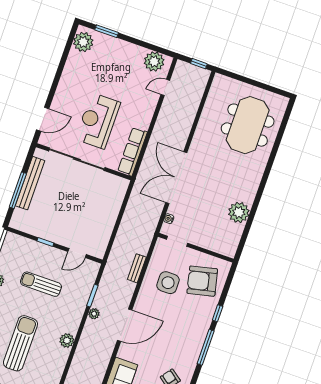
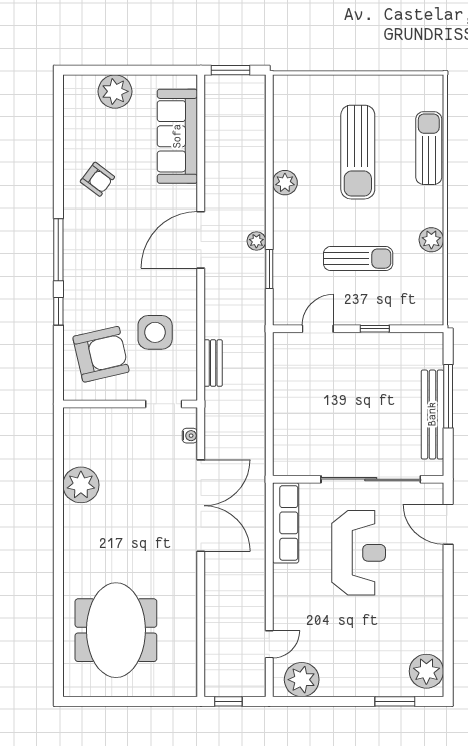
door: (43, 119) -> (448, 524), hinge flipped
bench: (137, 268) -> (213, 363), moved

